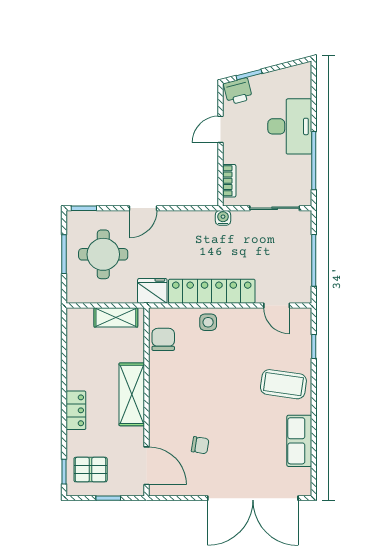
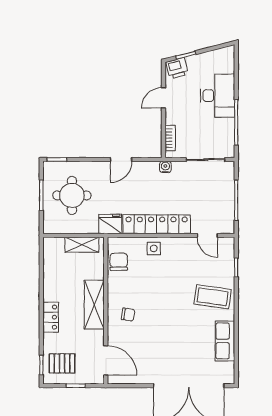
door: (143, 208) -> (121, 159), moved
chair: (200, 445) -> (128, 314), moved

